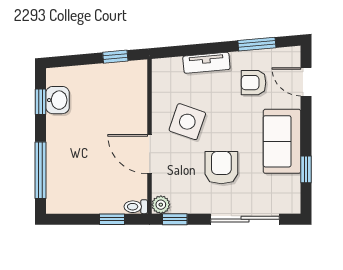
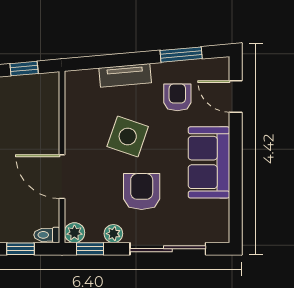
armchair: (254, 83) -> (177, 97), turned 90
side table: (187, 122) -> (128, 136), moved
window: (306, 169) -> (236, 193), removed
plant: (196, 206) -> (113, 234), added

